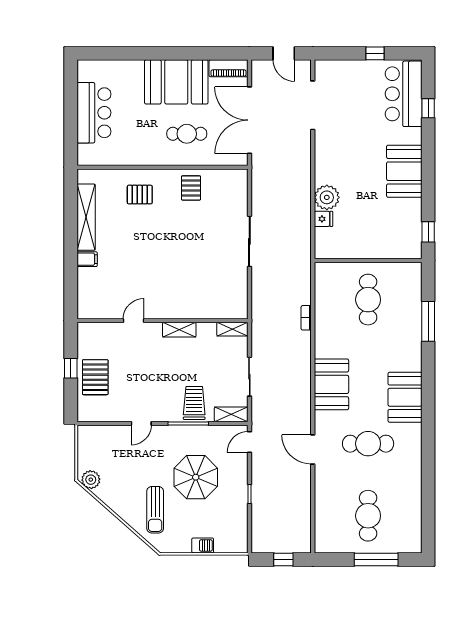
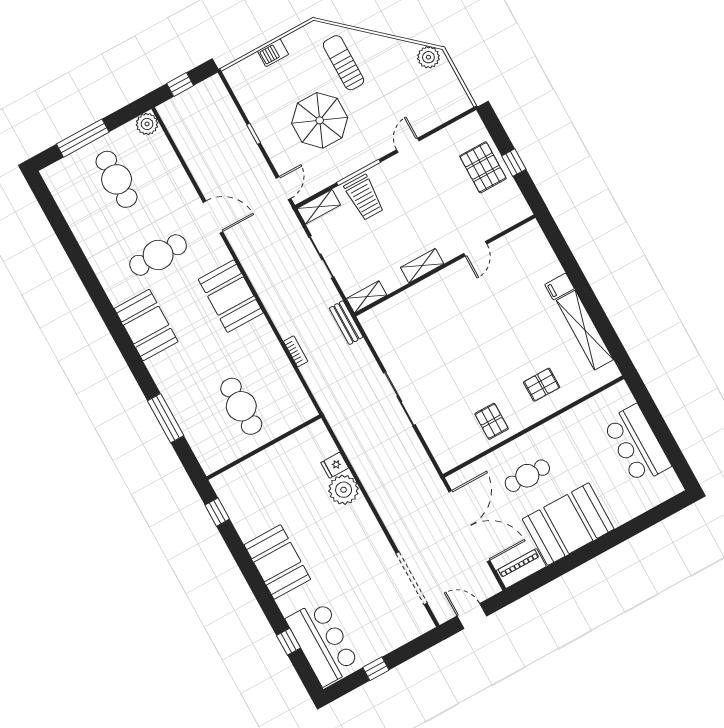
bench: (258, 319) -> (346, 323), added
plant: (323, 544) -> (147, 124), added

